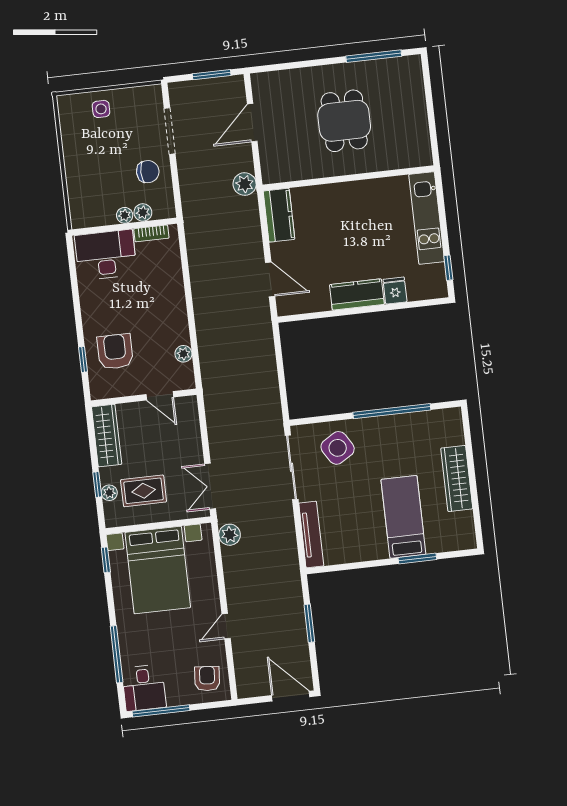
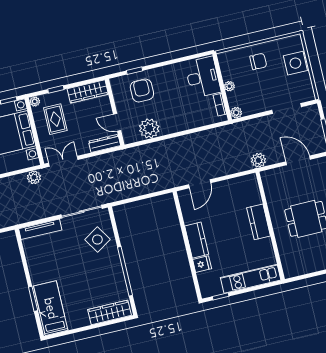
side table: (101, 109) -> (295, 63), width x1.87, depth x1.87
chair: (148, 172) -> (258, 61), moved, turned -90
plant: (143, 212) -> (236, 113), moved
kitchen counter: (279, 215) -> (259, 222), moved, turned 90
armchair: (115, 352) -> (142, 90), turned -90
plant: (183, 354) -> (149, 129), width x1.88, depth x1.88
door: (160, 396) -> (117, 122), hinge flipped
dresser: (190, 419) -> (104, 143), added
wardrobe: (457, 478) -> (110, 312), moved
plant: (109, 493) -> (35, 101), moved
bed: (403, 517) -> (51, 308), moved, turned -90

